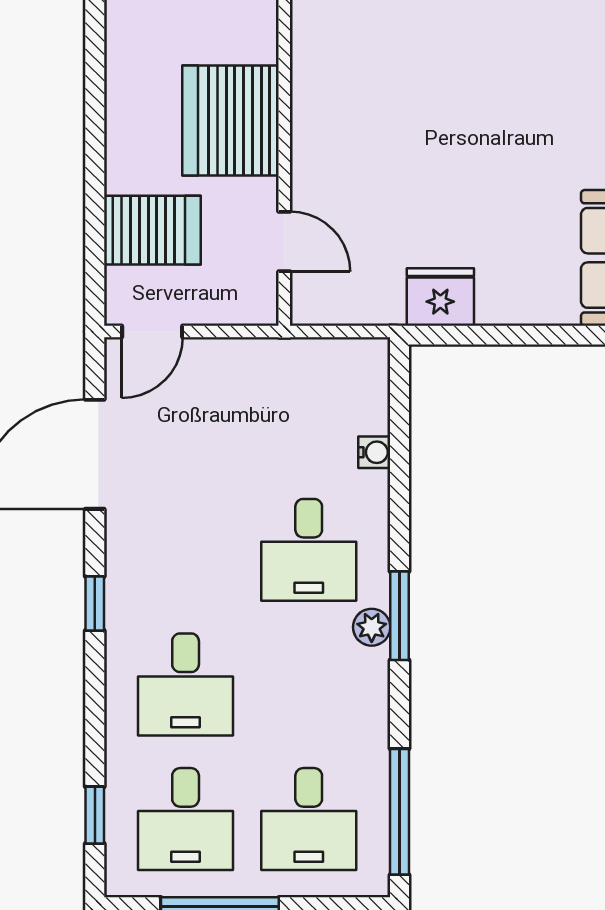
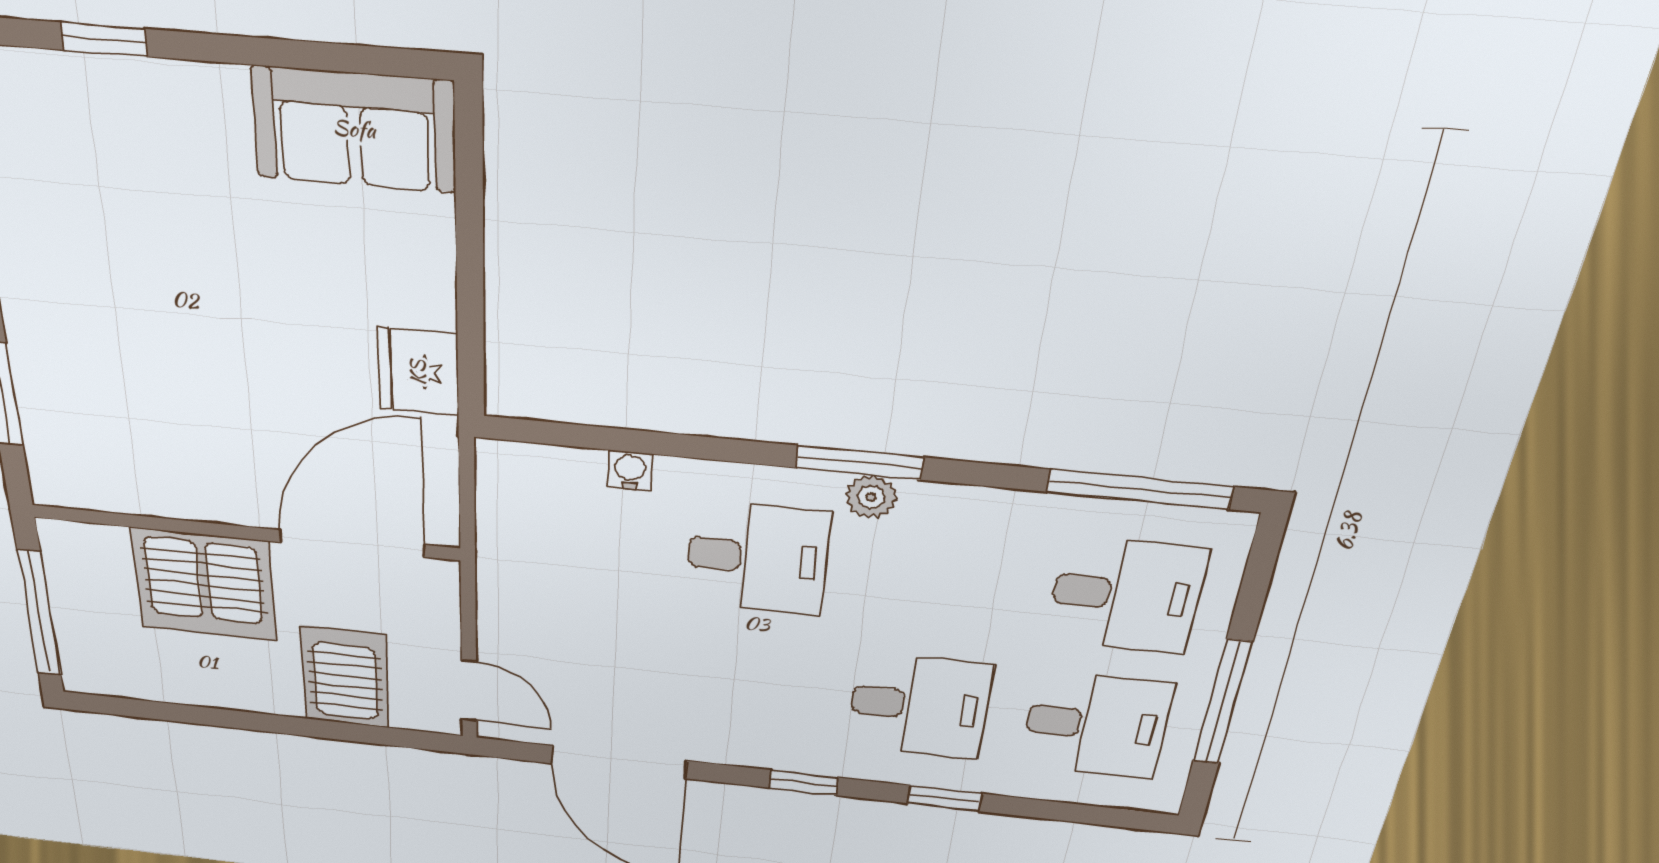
door: (284, 242) -> (352, 543), width x1.88
window: (95, 815) -> (945, 798), moved

